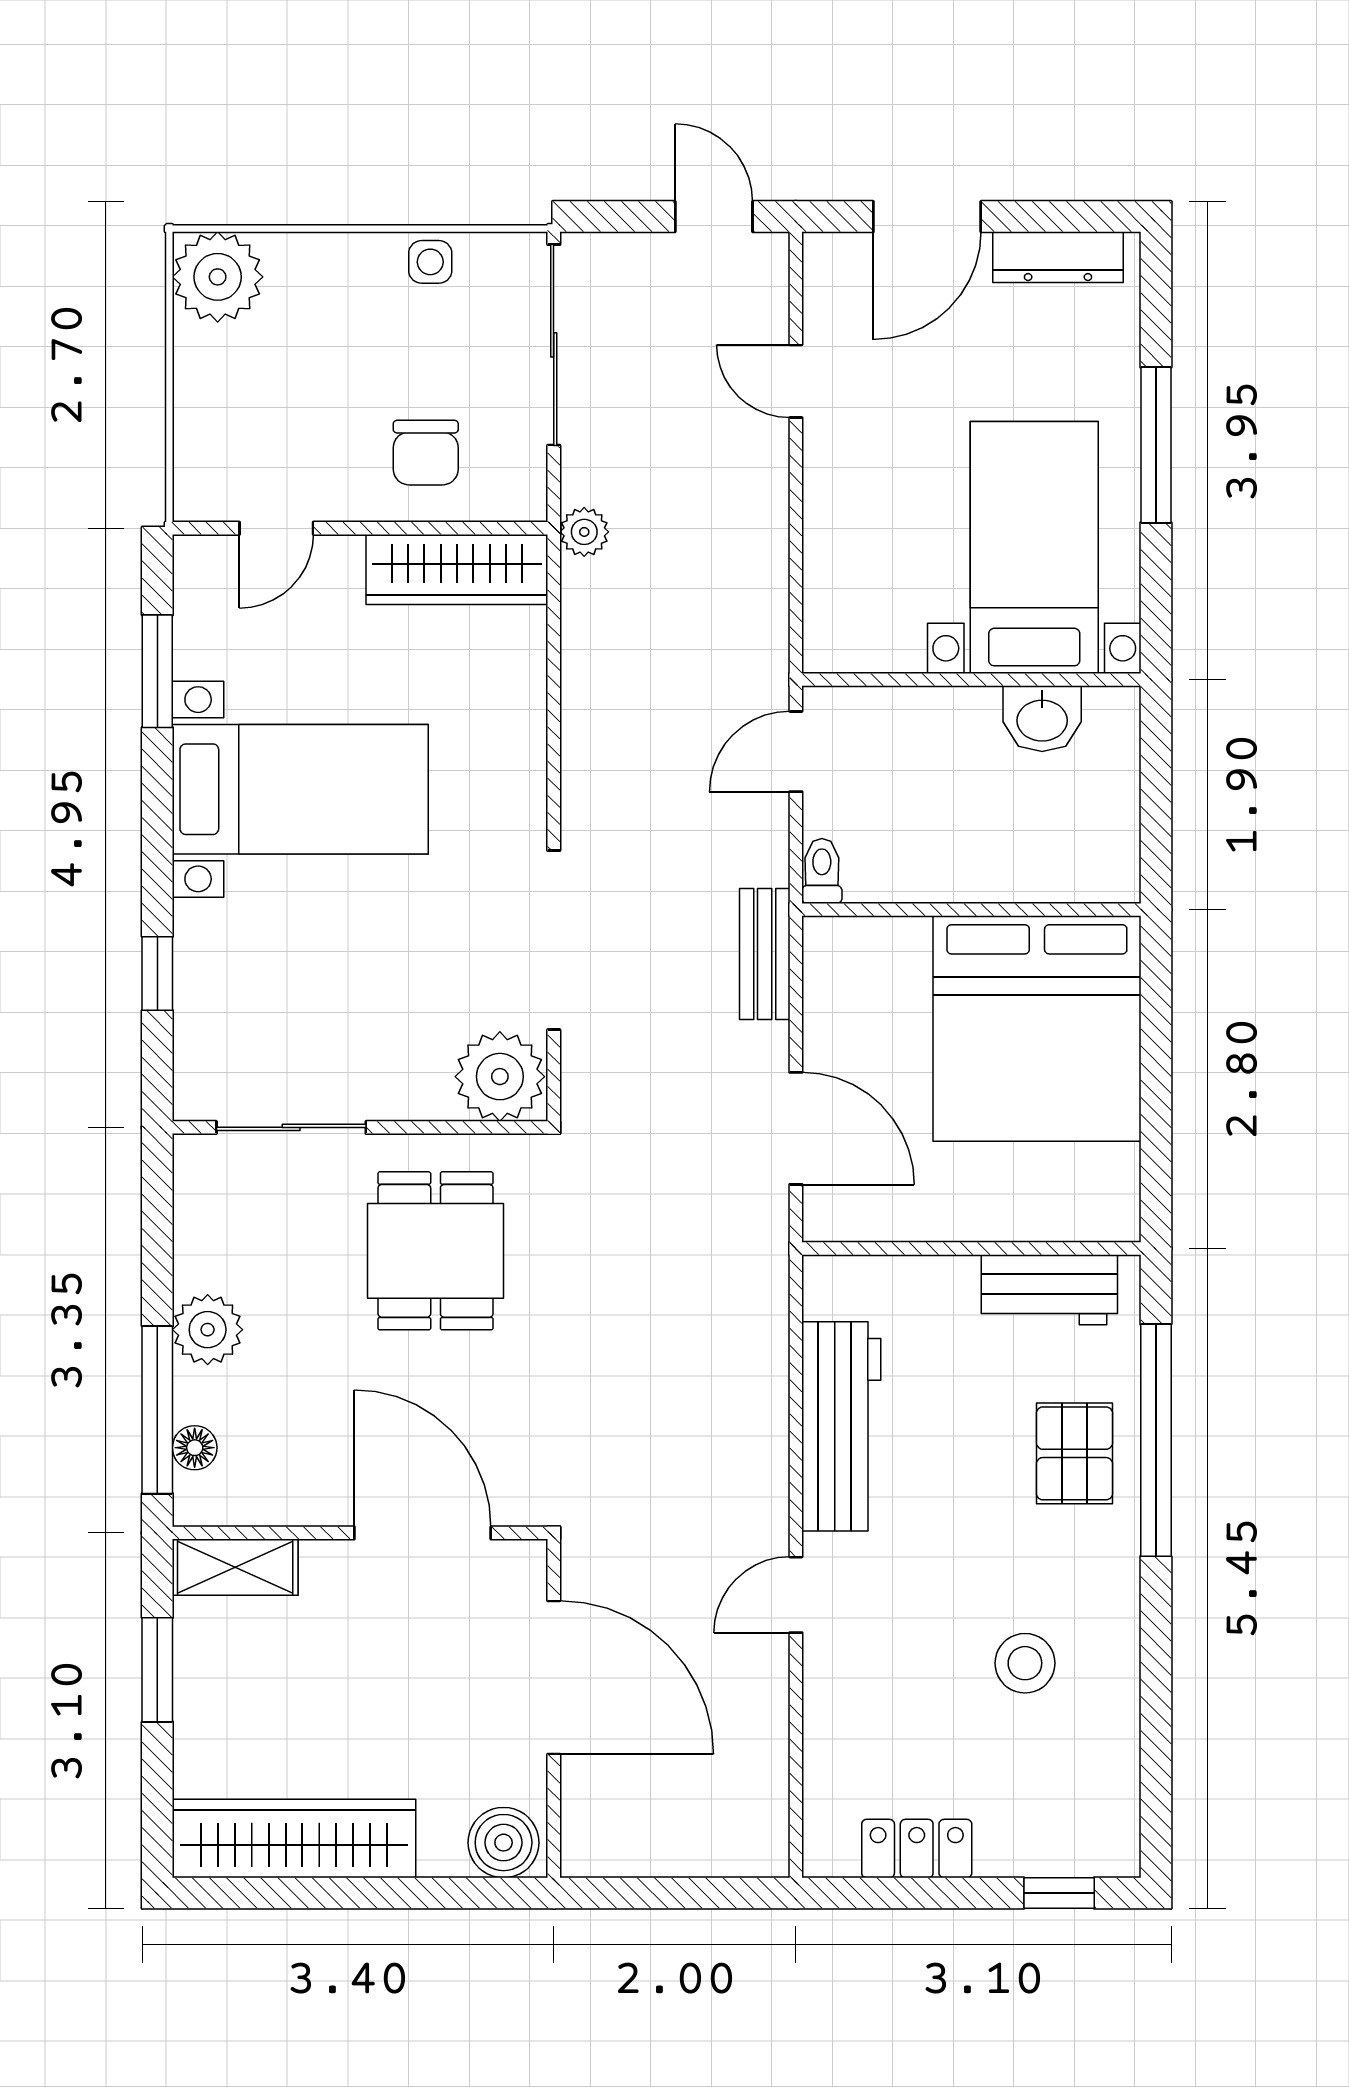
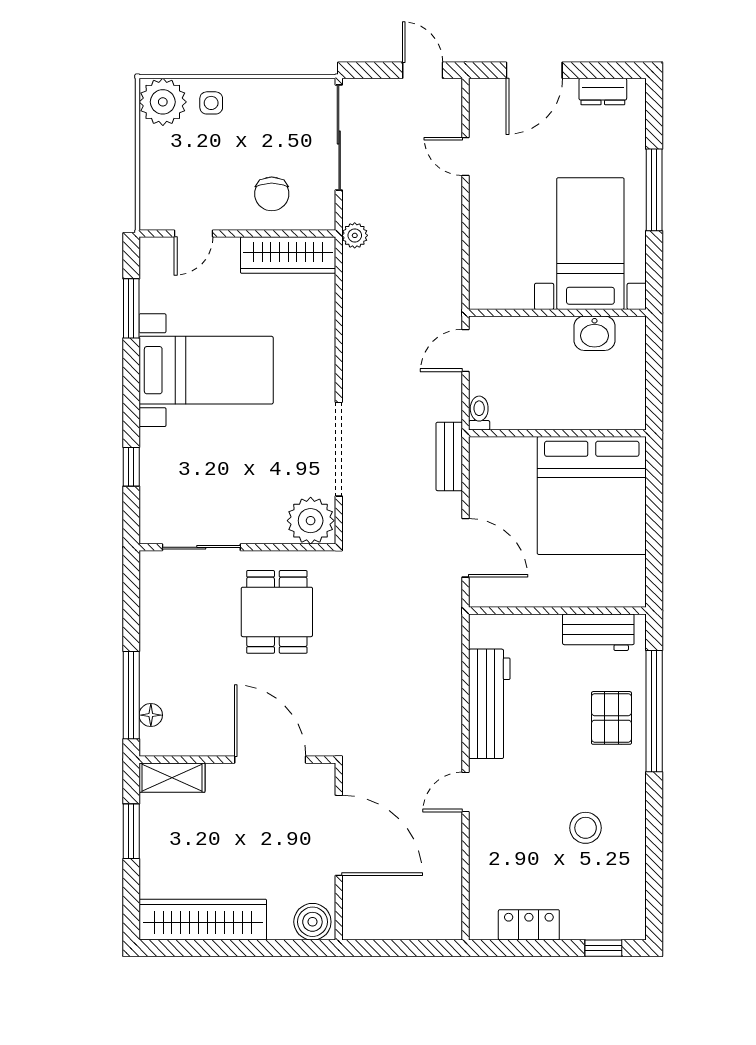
dresser: (1058, 257) -> (603, 92), width x0.70
side table: (430, 262) -> (211, 103), moved
plant: (208, 1330) -> (157, 653), removed

